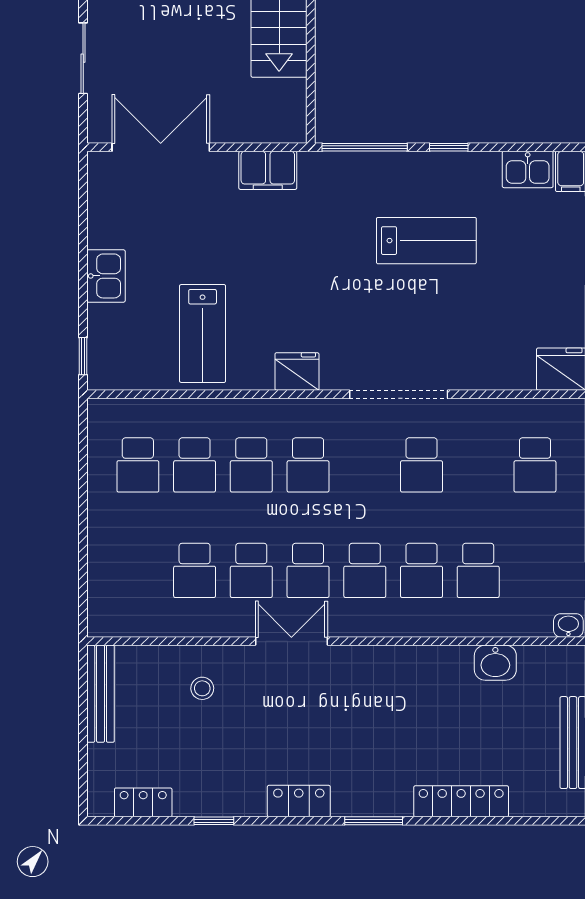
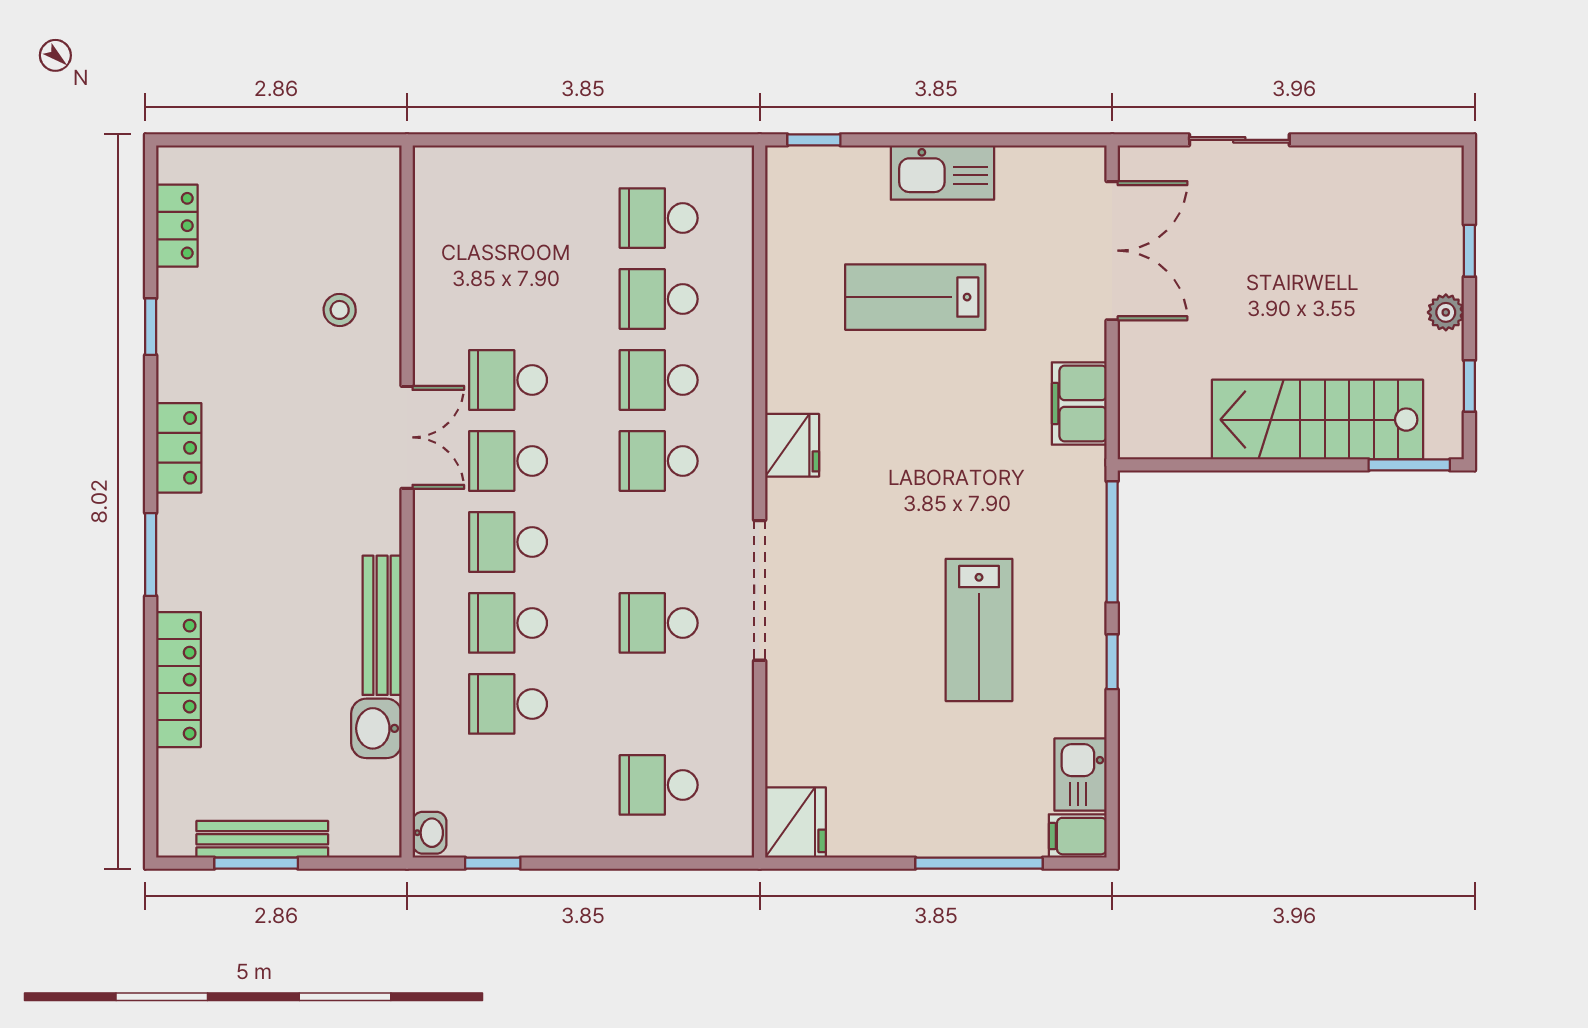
kitchen sink: (106, 276) -> (942, 172), width x1.38
lab bench: (203, 333) -> (915, 297), moved
school desk: (195, 570) -> (508, 299), removed
bench: (101, 694) -> (382, 625), moved, turned 90

